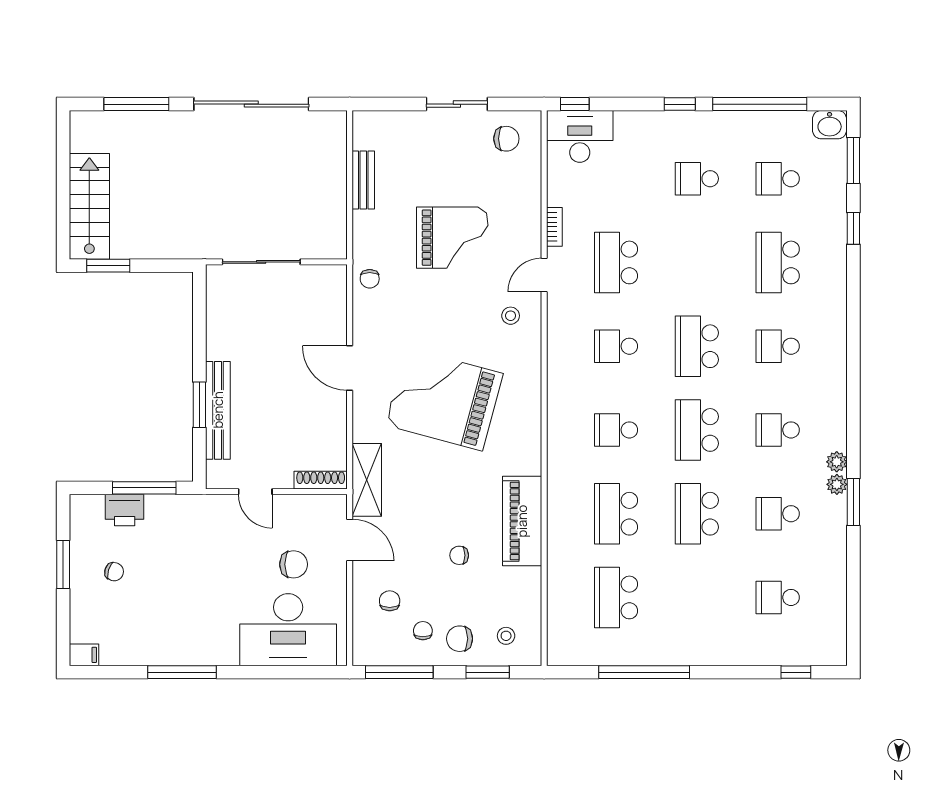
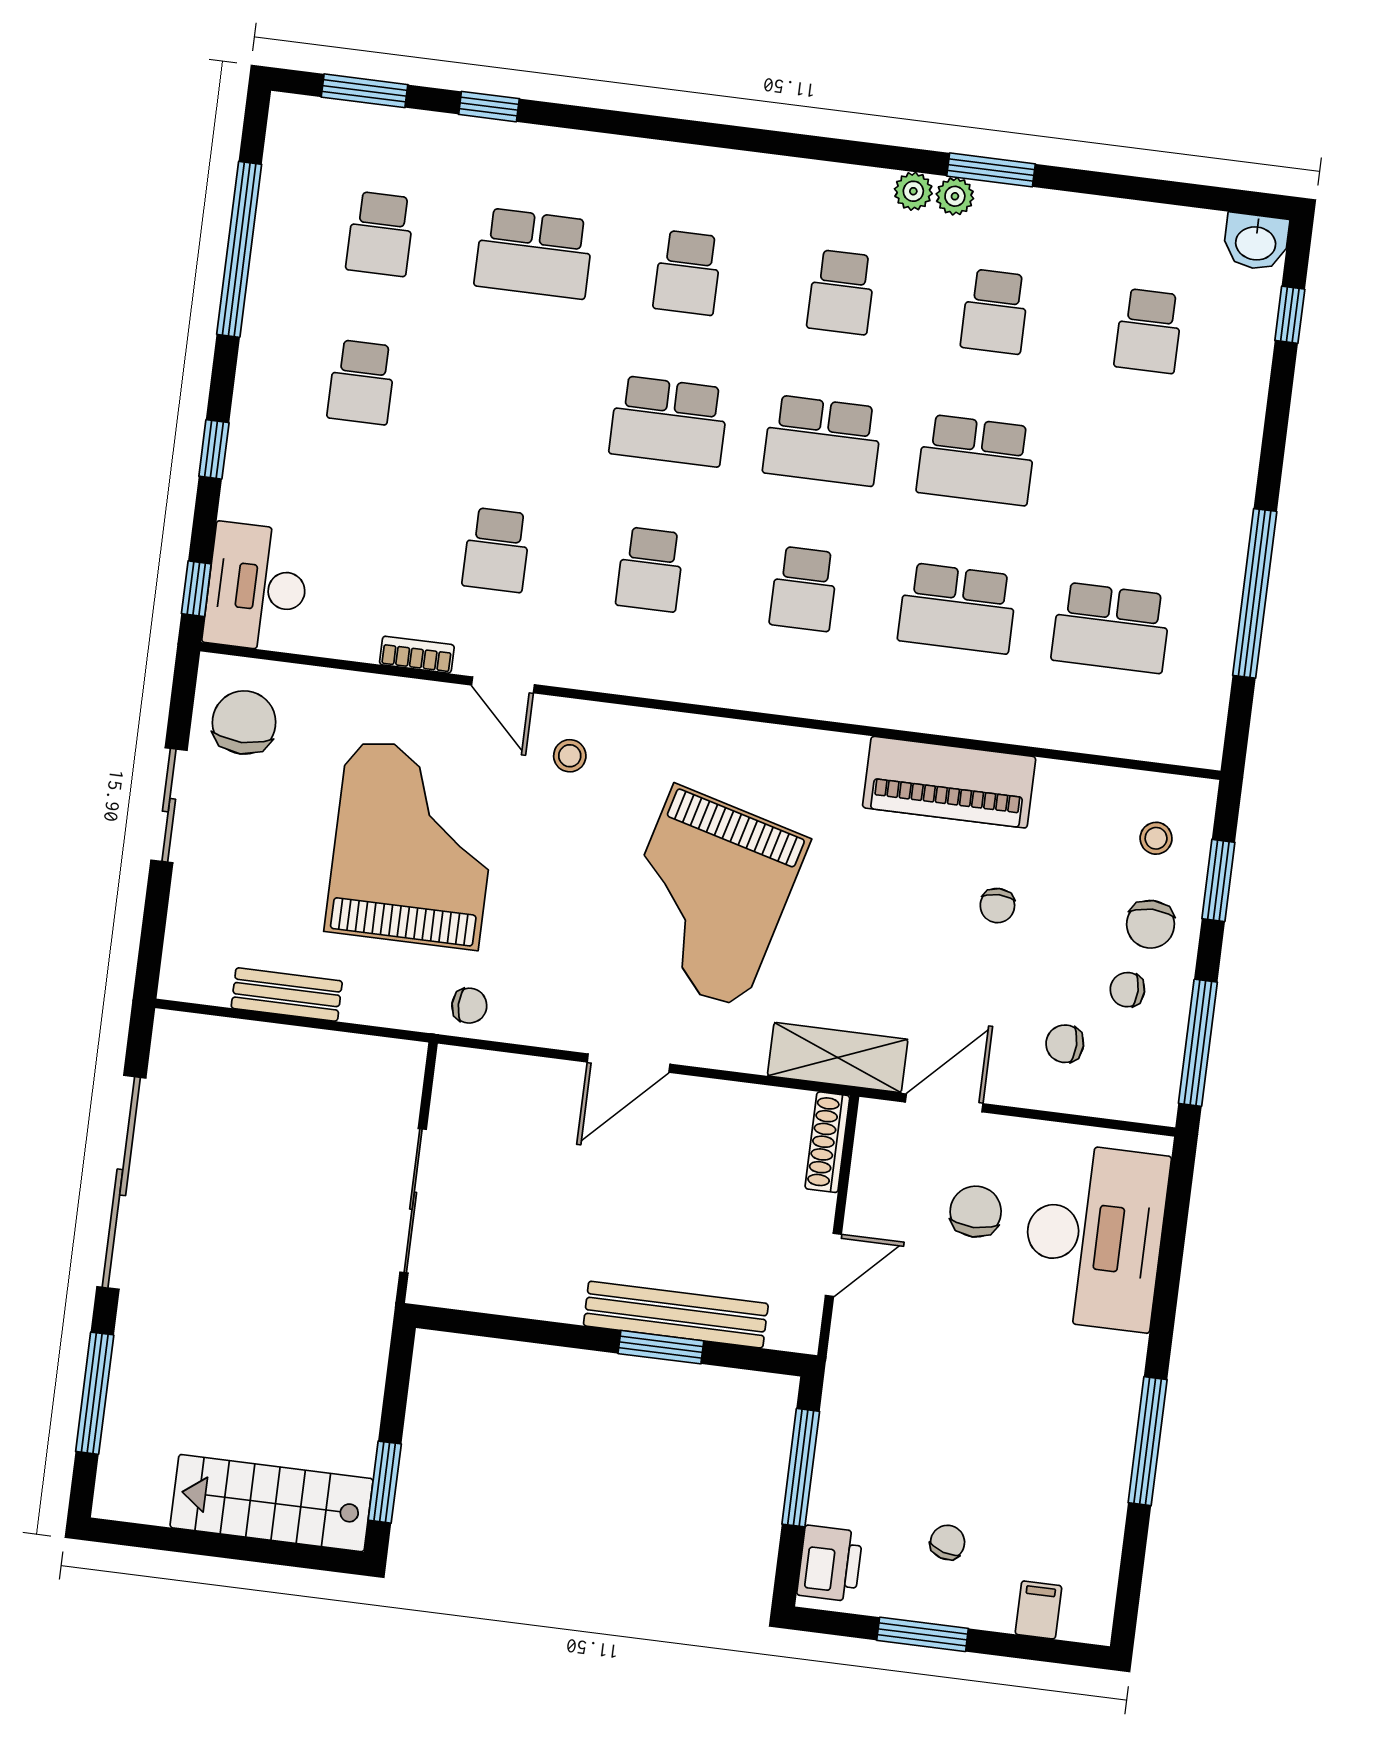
window: (680, 104) -> (214, 449), moved
washbasin: (830, 125) -> (1256, 242), moved, turned 90
chair: (506, 139) -> (244, 722), width x1.37, depth x1.37
grand piano: (452, 238) -> (413, 845), width x1.37, depth x1.48
school desk: (616, 262) -> (497, 550), width x0.54
printer: (125, 510) -> (830, 1563), moved
filing cabinet: (84, 655) -> (1038, 1610), moved

